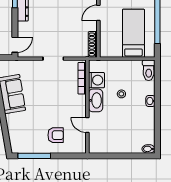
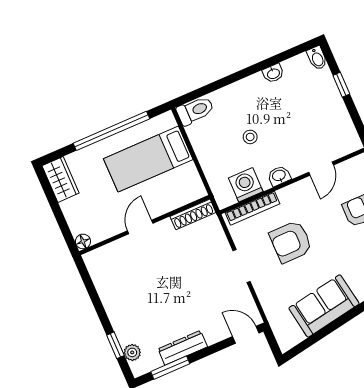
door: (98, 13) -> (140, 227), swing flipped
armchair: (55, 91) -> (291, 242), added
washbasin: (96, 100) -> (279, 176), width x0.52, depth x0.69
washbasin: (150, 101) -> (273, 73), moved
window: (128, 156) -> (341, 85), added

